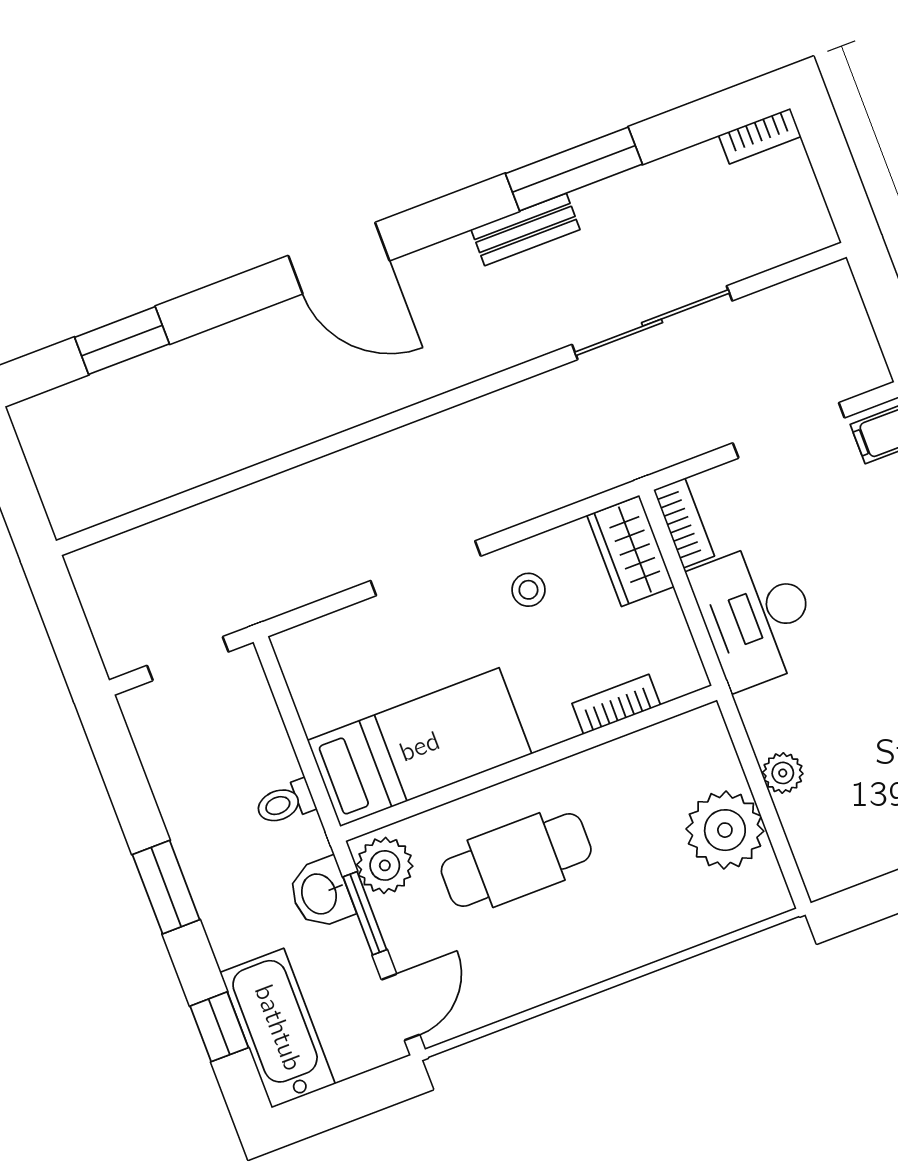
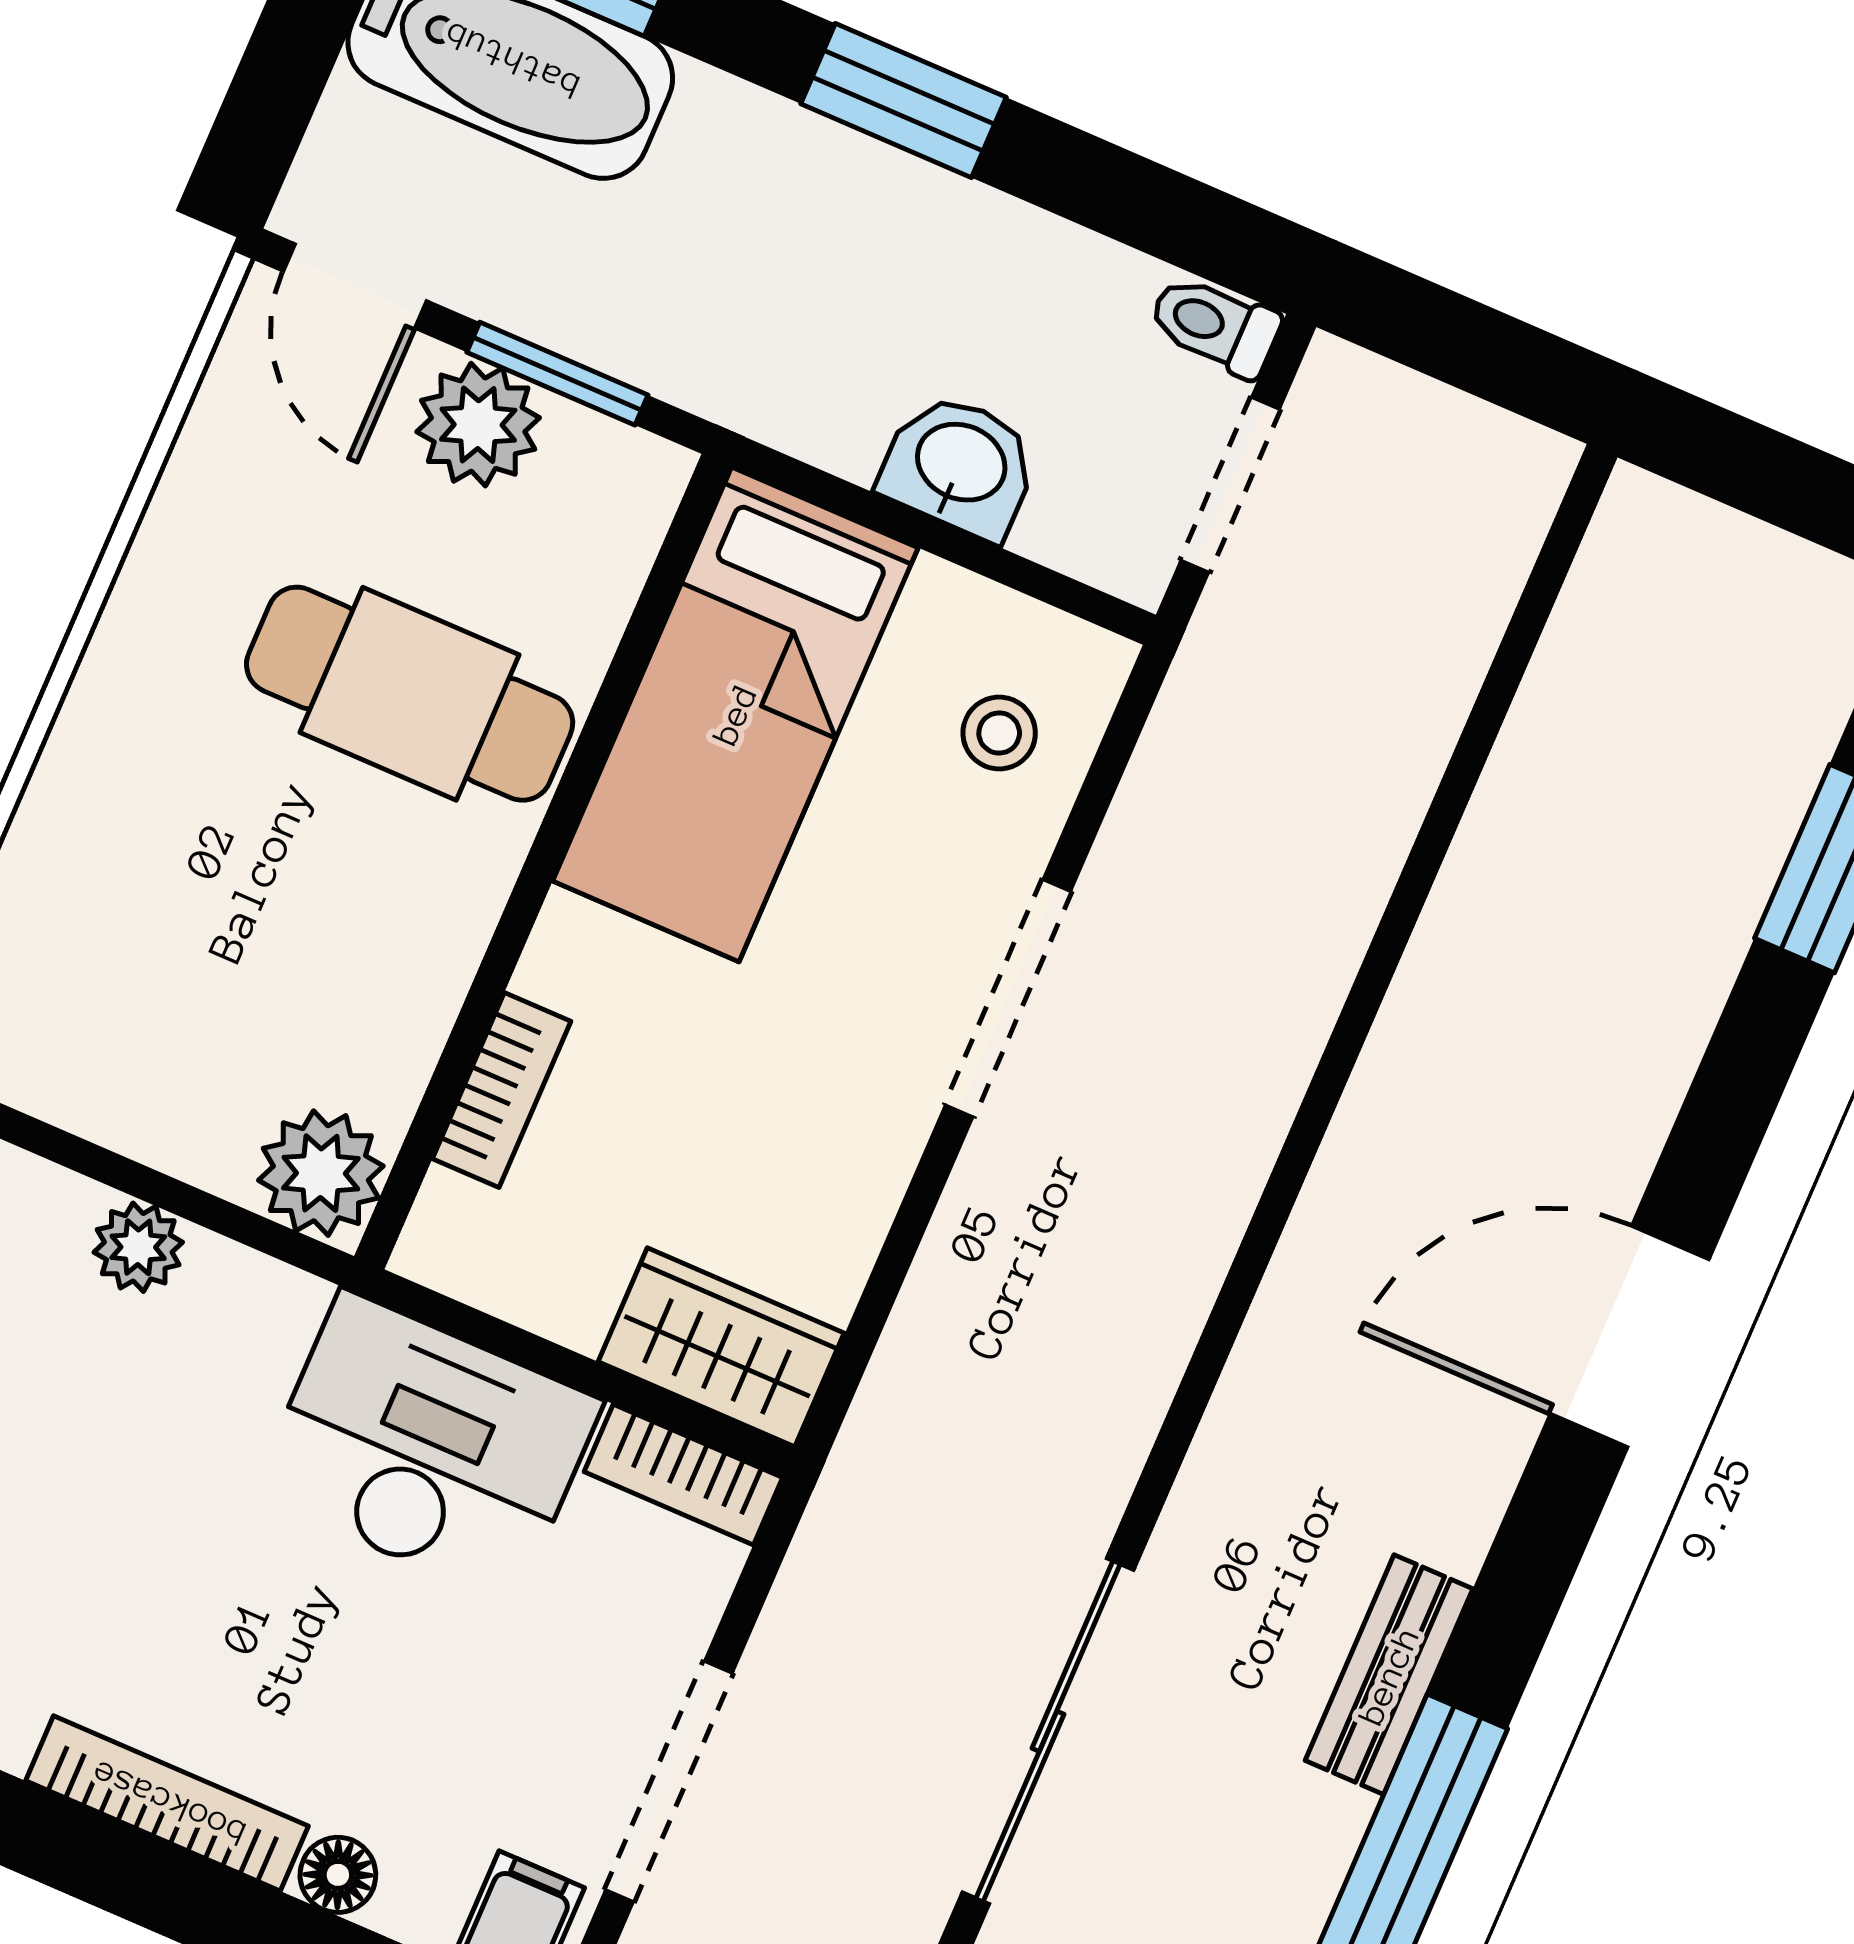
stool: (528, 590) -> (999, 733), moved
toilet: (285, 803) -> (1215, 325), moved, turned -90
plant: (725, 830) -> (321, 1173), moved, width x0.73, depth x0.73
cafe table: (516, 860) -> (410, 694), turned 90
plant: (385, 865) -> (478, 425), moved
washbasin: (321, 893) -> (960, 465), moved

